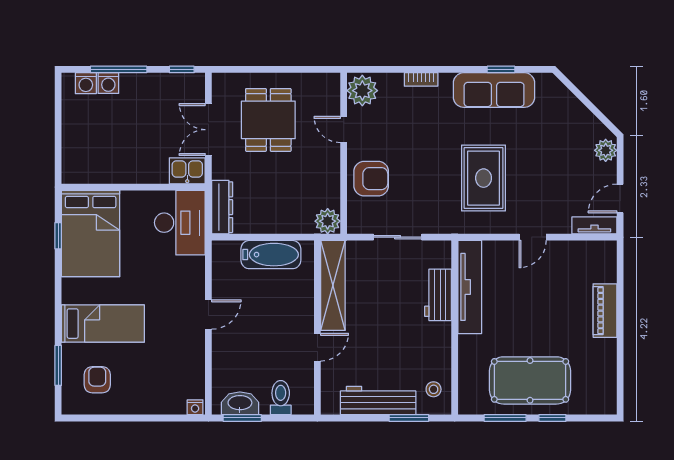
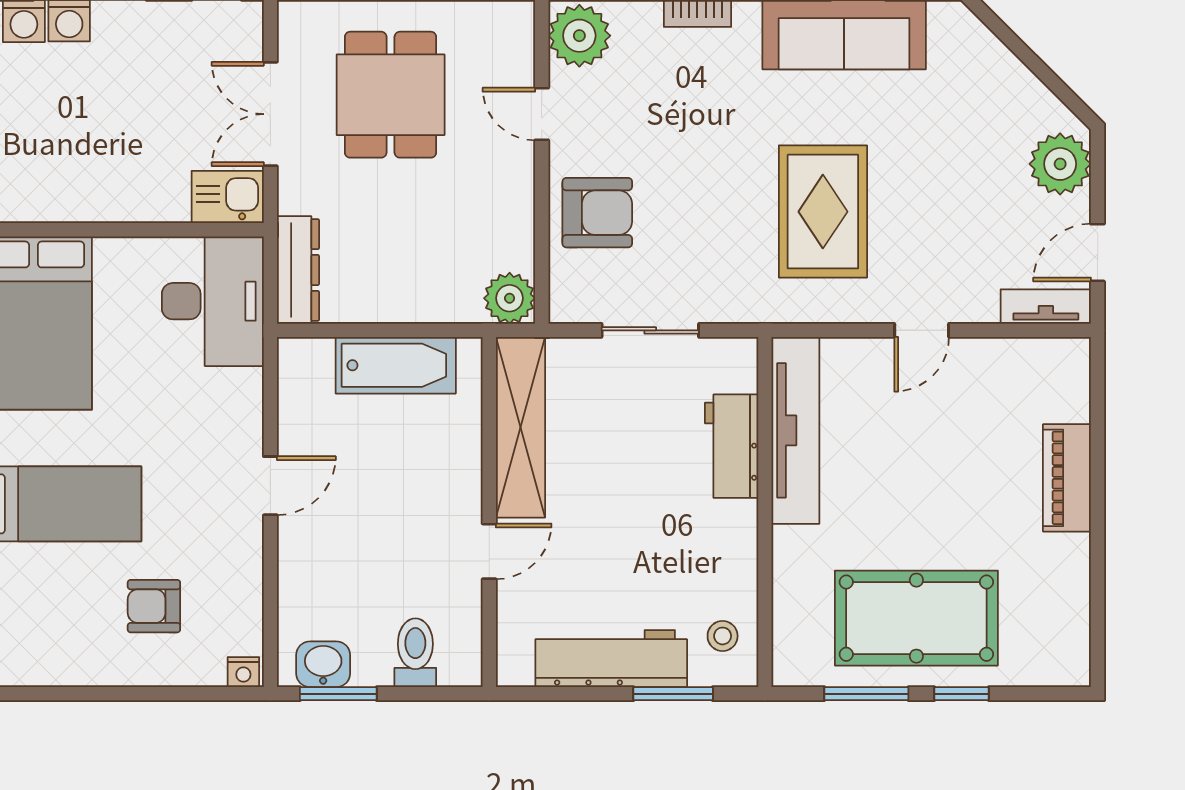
plant: (606, 150) -> (1060, 164), width x1.36, depth x1.36
armchair: (97, 380) -> (154, 606), moved, turned -90
washbasin: (240, 403) -> (323, 664), width x0.72

